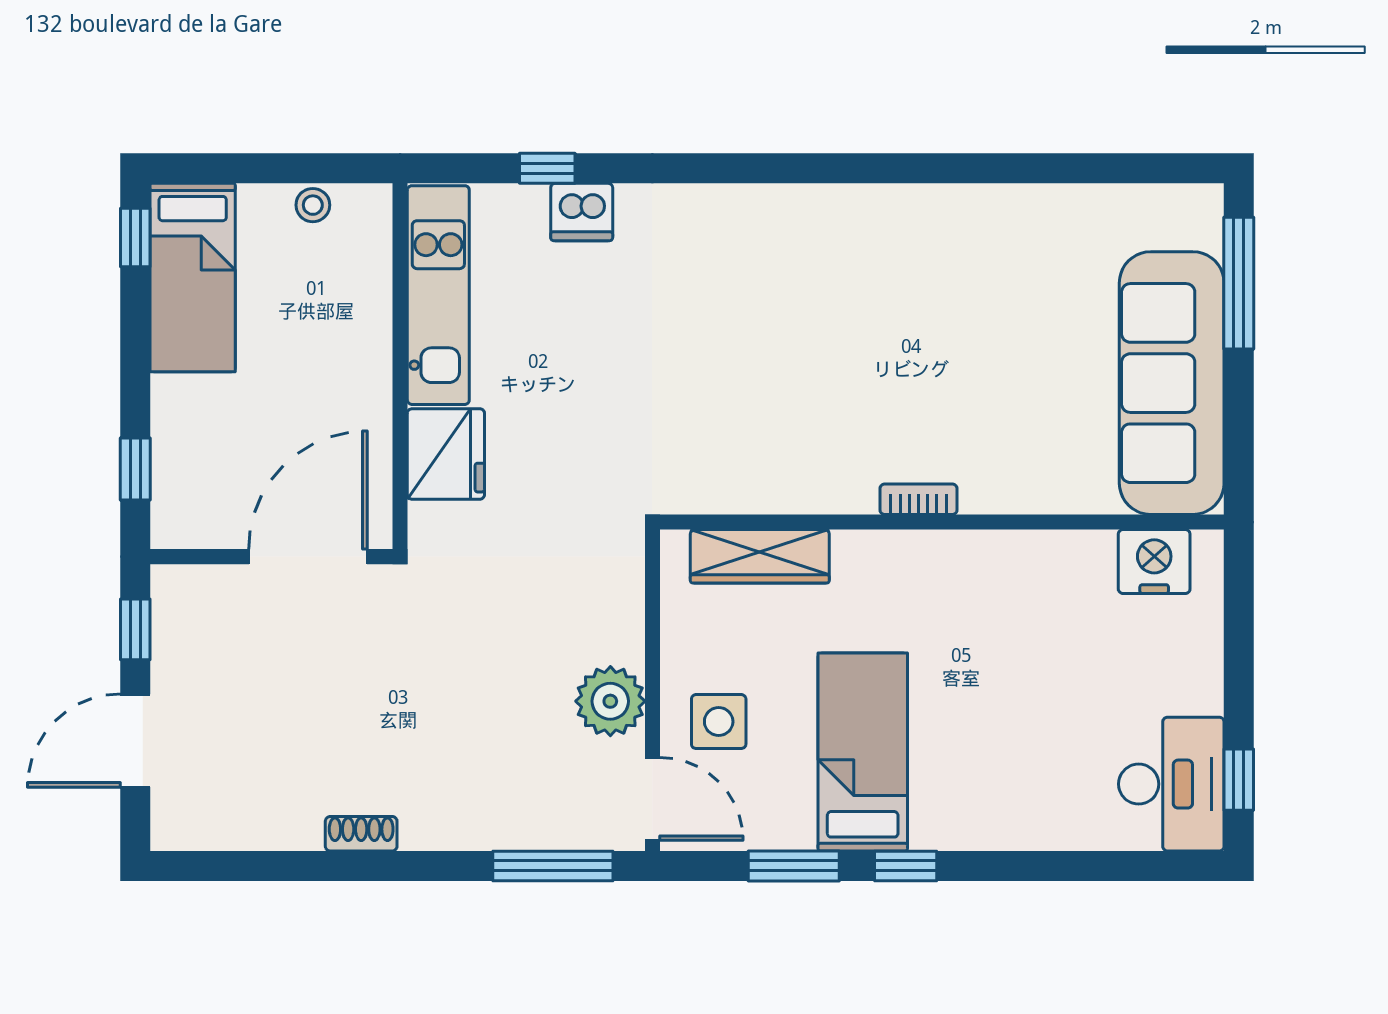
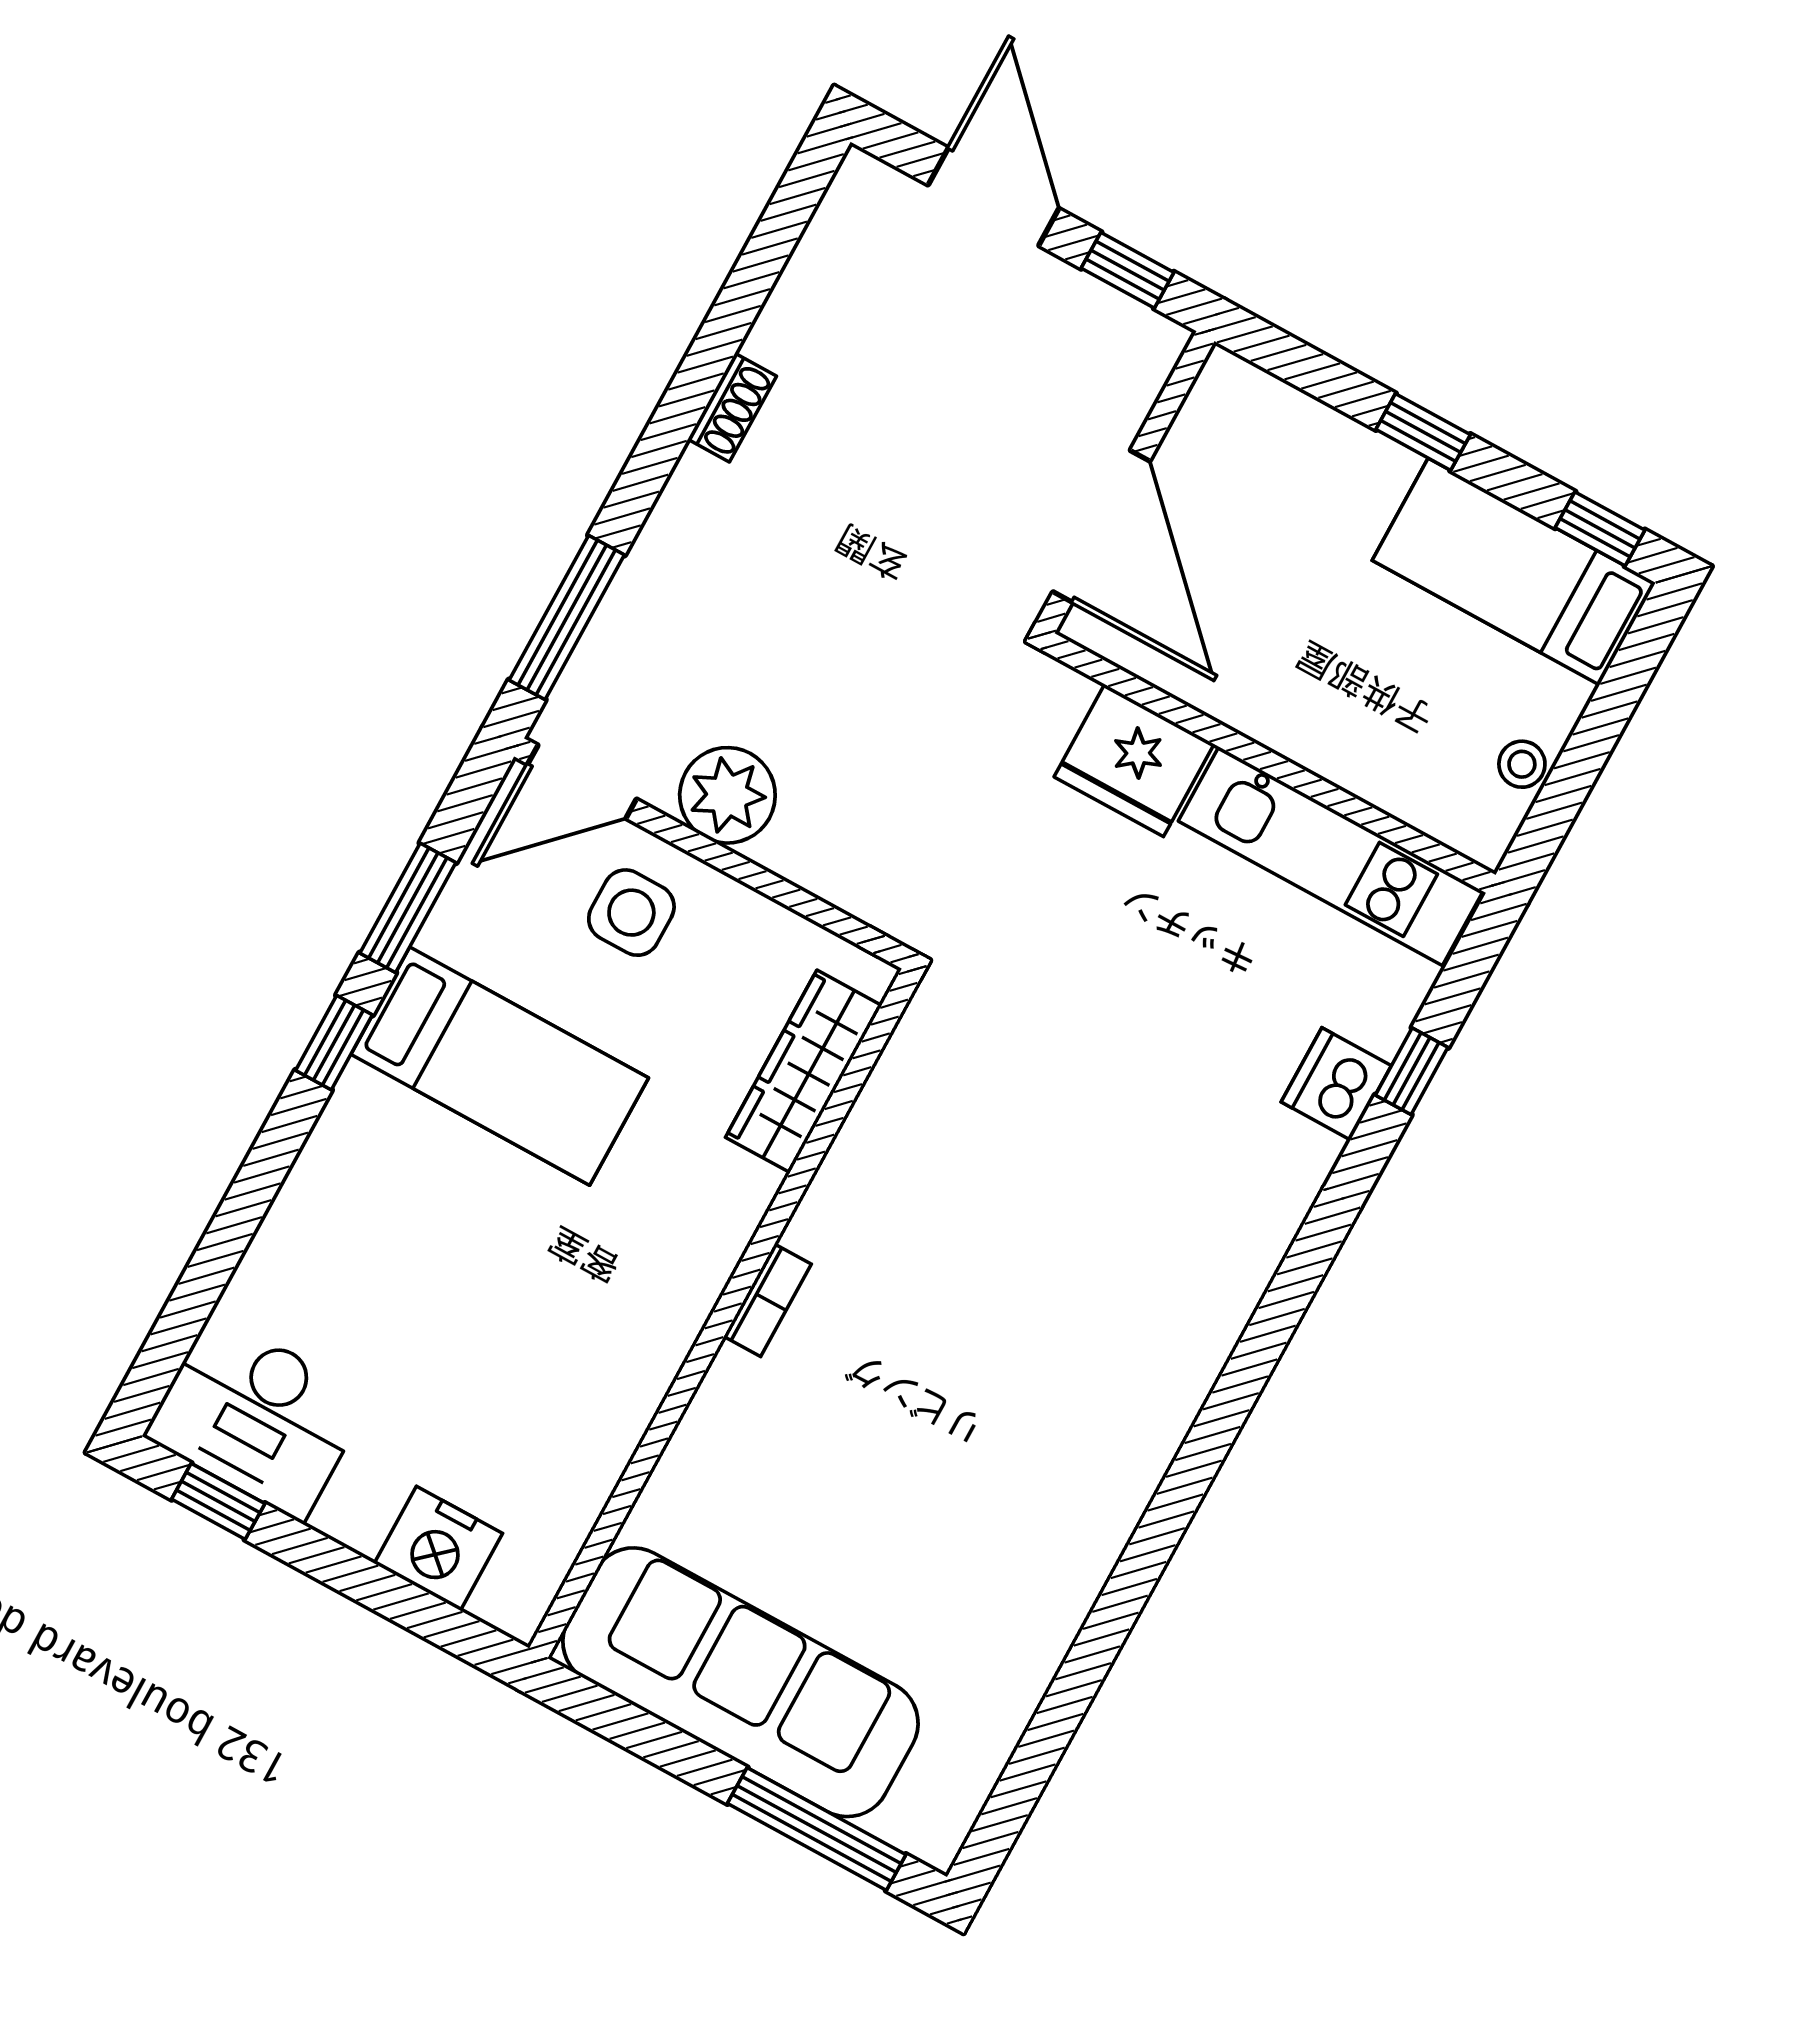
window: (135, 469) -> (1423, 432), moved
nightstand: (1154, 562) -> (438, 1548), moved, turned 90

